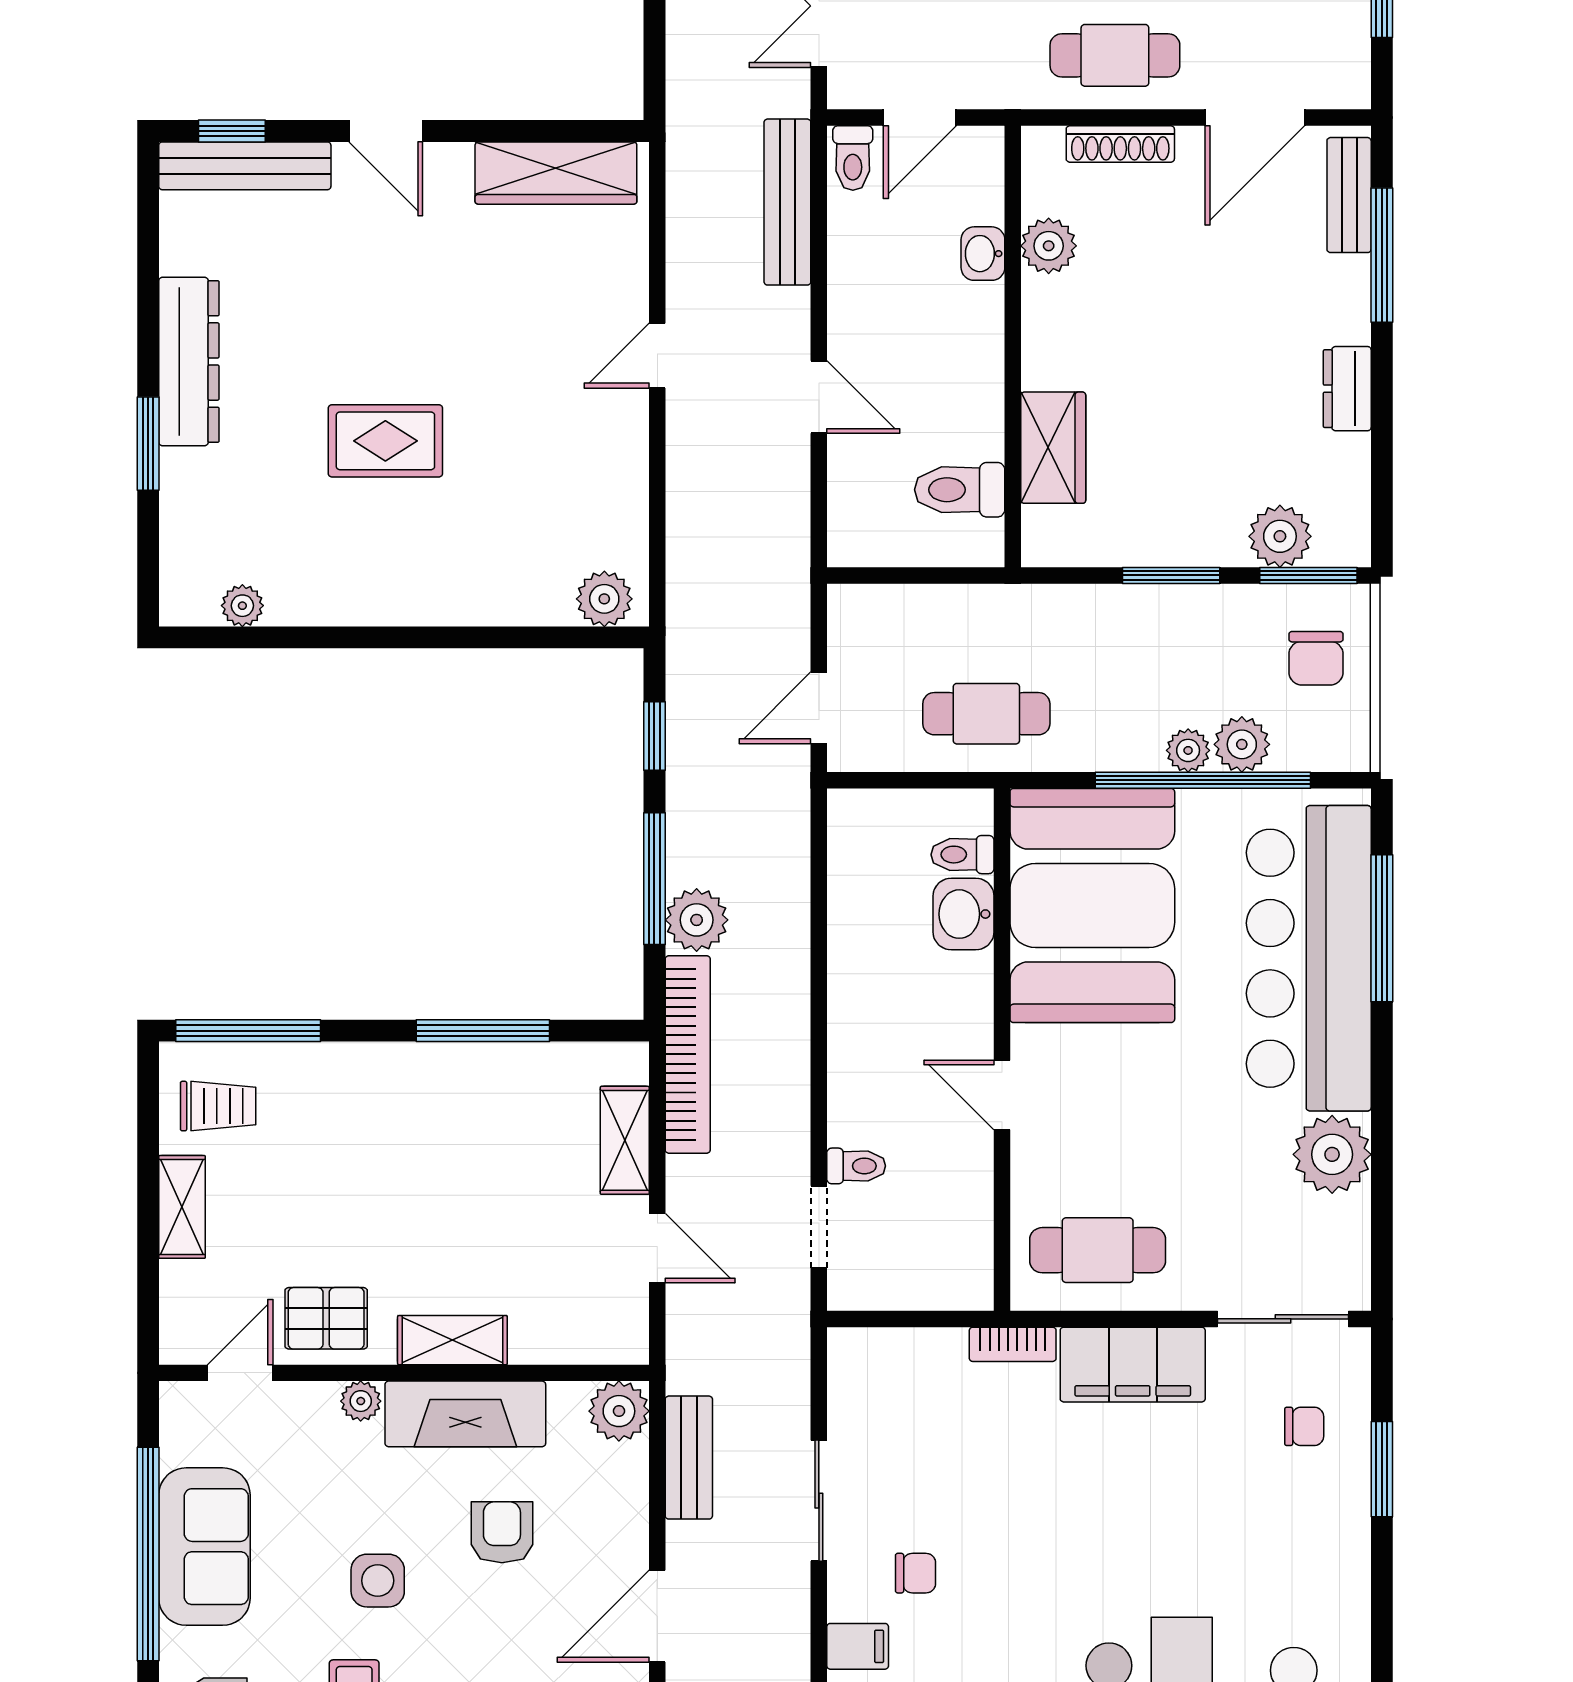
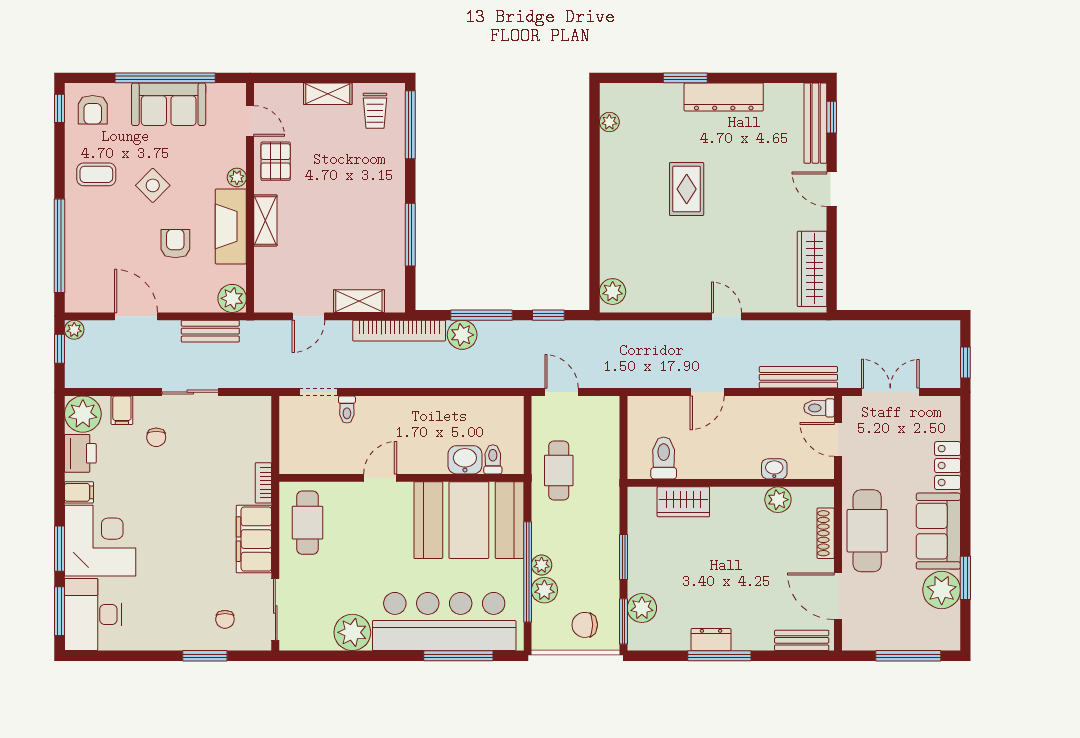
cafe table: (1115, 55) -> (867, 531), width x1.37, depth x1.35
door: (386, 131) -> (832, 189), hinge flipped
window: (1382, 255) -> (719, 656), moved
armchair: (502, 1532) -> (175, 244), turned -90
side table: (378, 1581) -> (153, 185), turned 45

